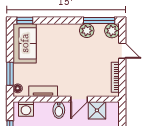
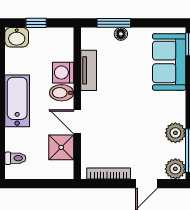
sofa: (25, 43) -> (169, 62), moved, turned 90
floor lamp: (18, 88) -> (121, 34), moved
washing machine: (26, 109) -> (63, 73), moved

